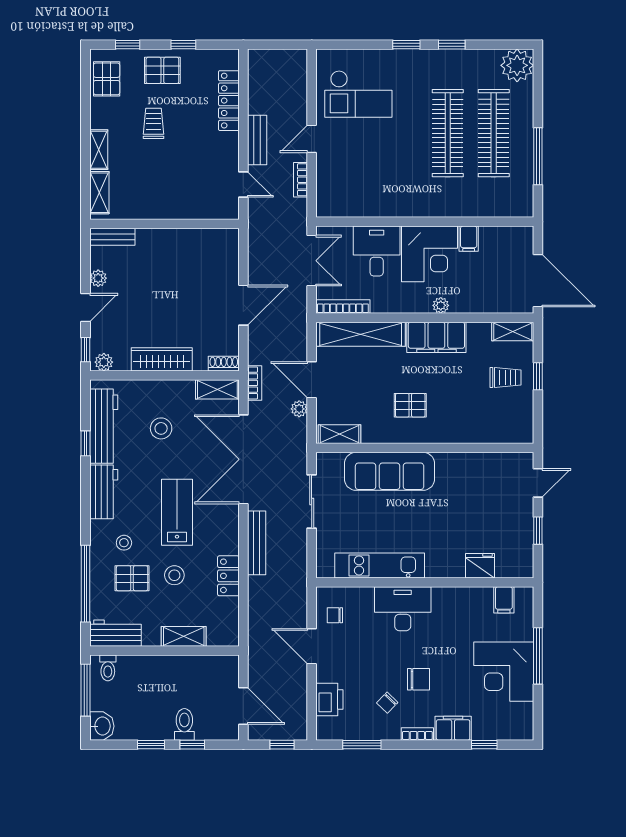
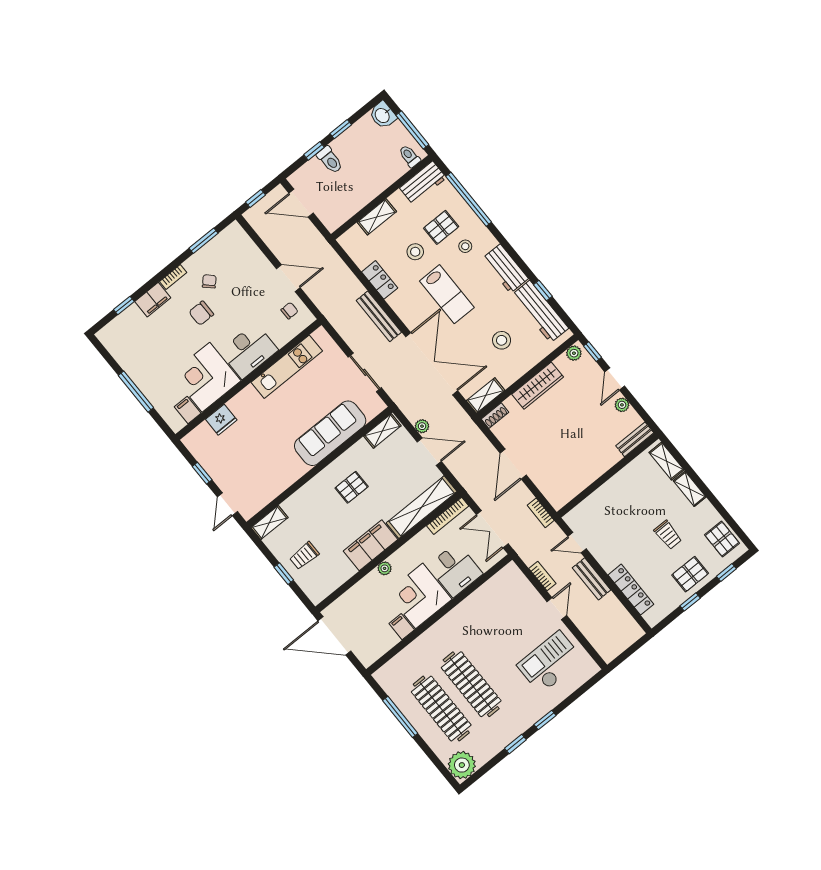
shelving: (513, 331) -> (270, 523), moved
bookcase: (255, 383) -> (541, 513), moved
corner desk: (504, 672) -> (206, 377), moved, turned -90
printer: (329, 700) -> (248, 253), removed

